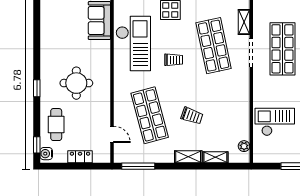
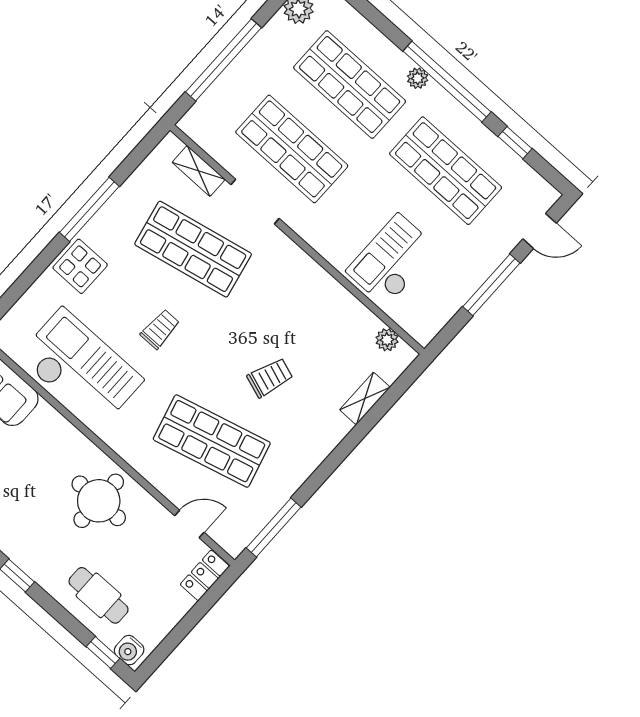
round table: (76, 83) -> (99, 501), moved
locker: (80, 157) -> (205, 575), moved
shelving: (188, 157) -> (327, 439), removed

